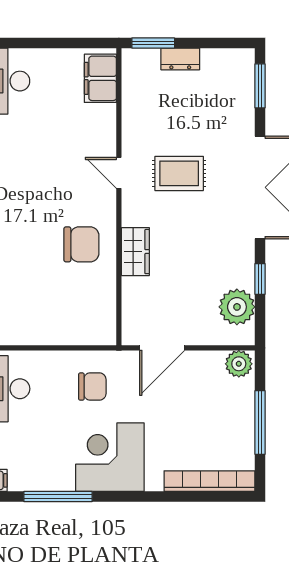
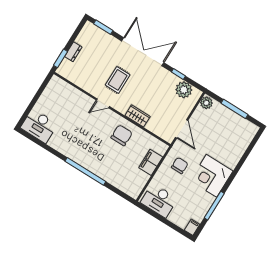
filing cabinet: (100, 78) -> (151, 162), moved, turned 90
bookcase: (210, 481) -> (245, 143), removed

